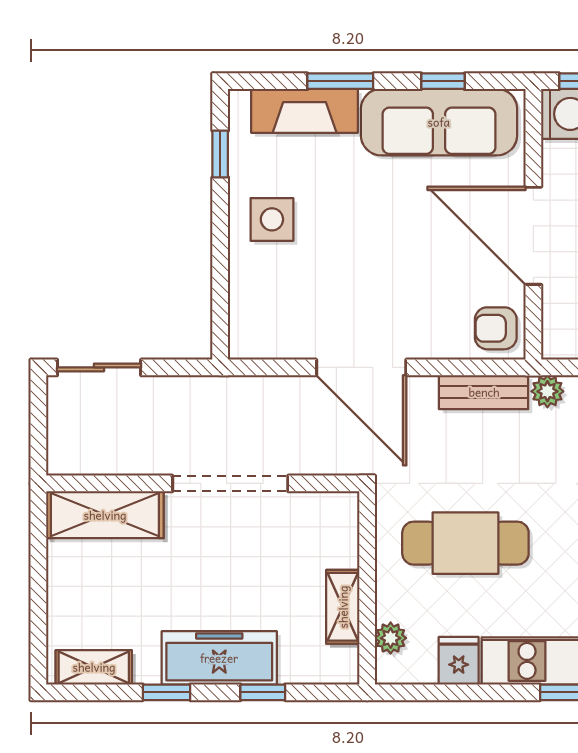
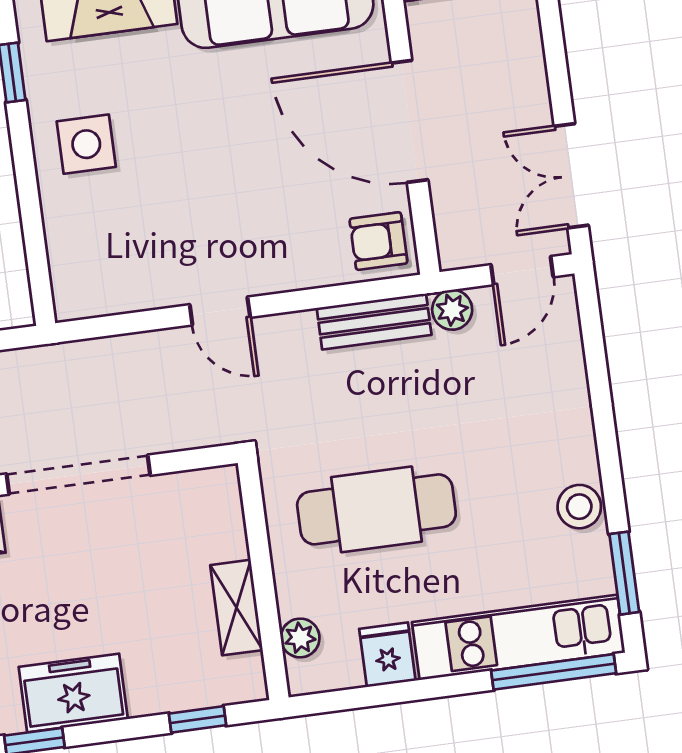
door: (361, 367) -> (220, 311), width x0.53
freezer: (219, 658) -> (73, 693), width x0.71
window: (263, 692) -> (197, 719), moved

